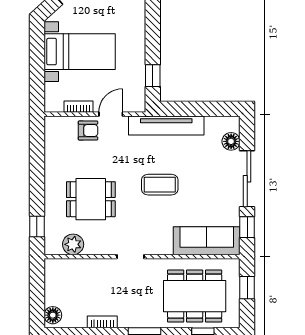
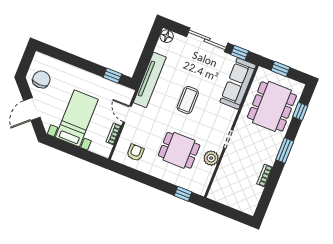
armchair: (88, 130) -> (135, 153), moved
floor lamp: (231, 141) -> (167, 36), moved
dining table: (91, 199) -> (179, 150), turned 90
plant: (73, 244) -> (211, 158), moved
floor lamp: (53, 315) -> (247, 207), removed

